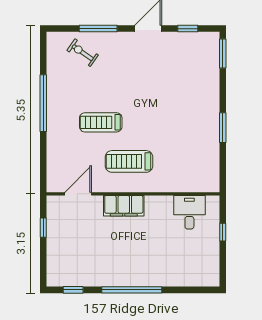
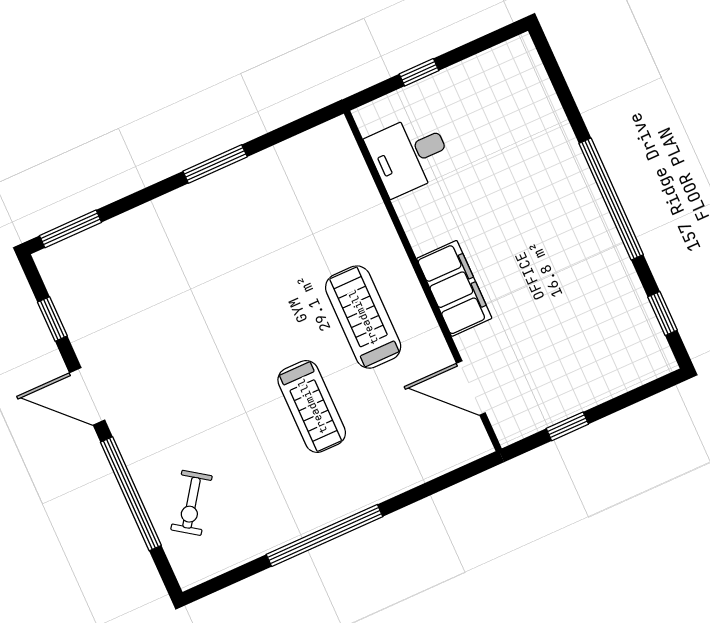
window: (98, 29) -> (131, 494), width x1.46
treadmill: (129, 161) -> (363, 317), turned 180

